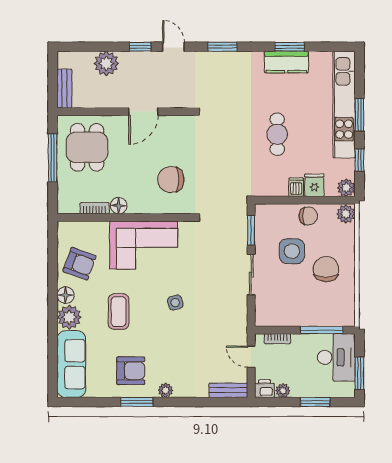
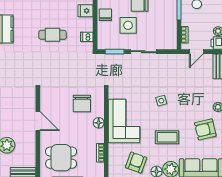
dishwasher: (296, 187) -> (87, 37), moved
floor lamp: (119, 206) -> (99, 123), moved
armchair: (131, 371) -> (205, 129), turned -103

